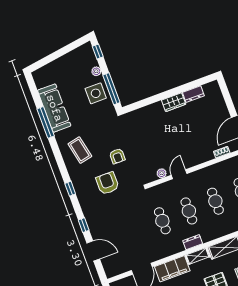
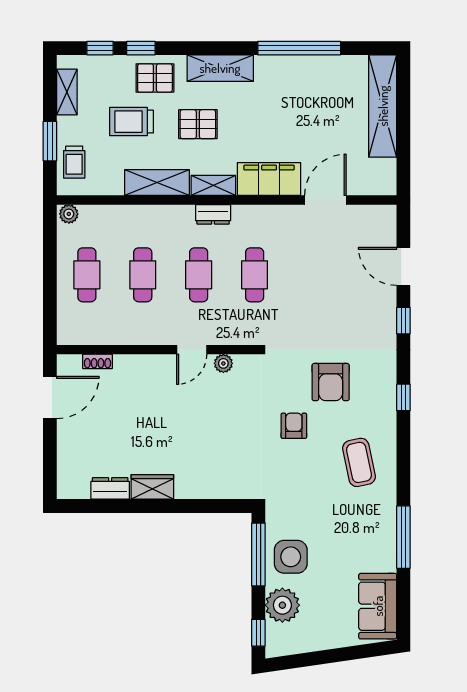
plant: (96, 71) -> (282, 605), width x1.87, depth x1.87
sofa: (54, 108) -> (378, 606), moved, width x0.73

